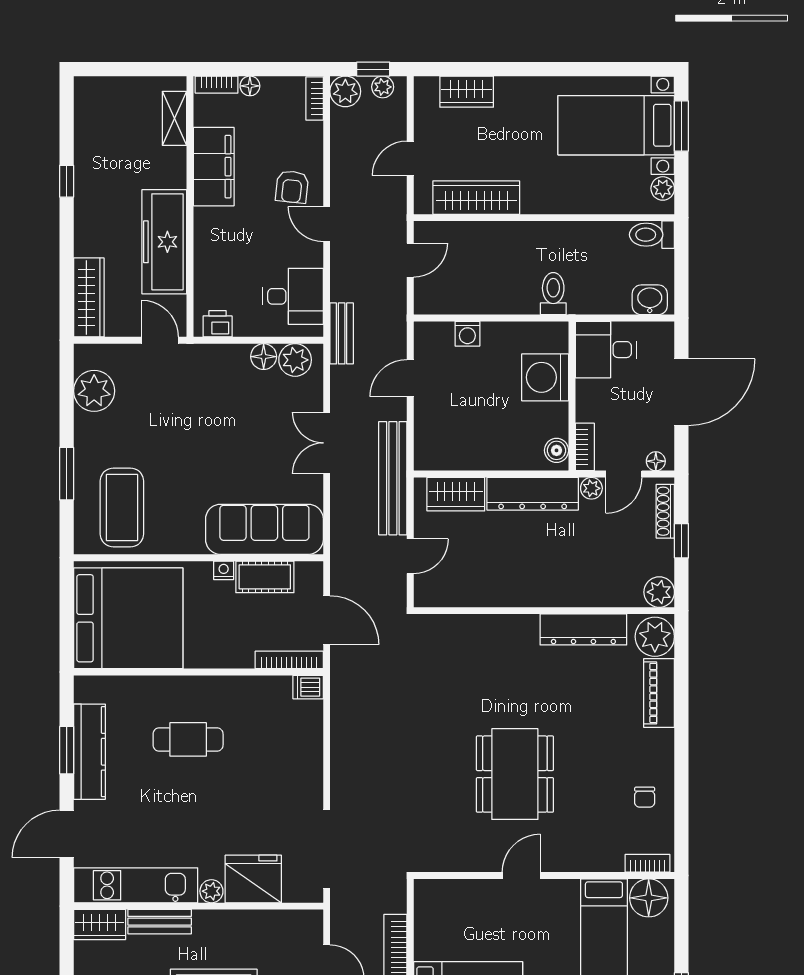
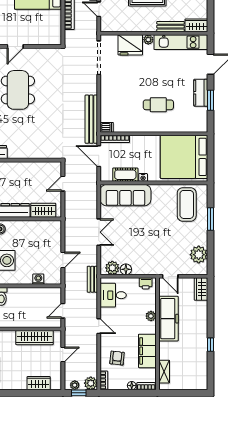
armchair: (292, 187) -> (117, 358), moved
plant: (205, 248) -> (151, 316), added
wardrobe: (89, 297) -> (201, 289), width x0.67
bench: (393, 478) -> (91, 119), moved
kitchen counter: (89, 752) -> (201, 93), width x0.67

